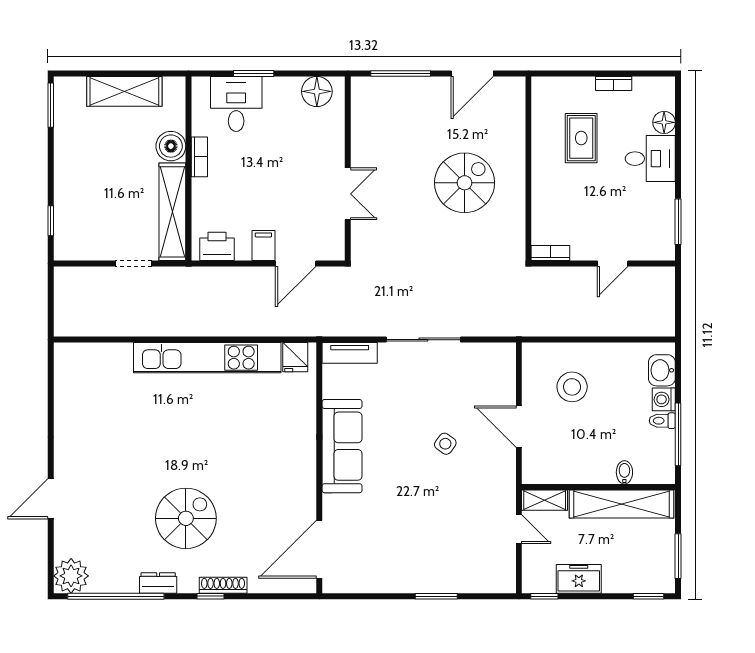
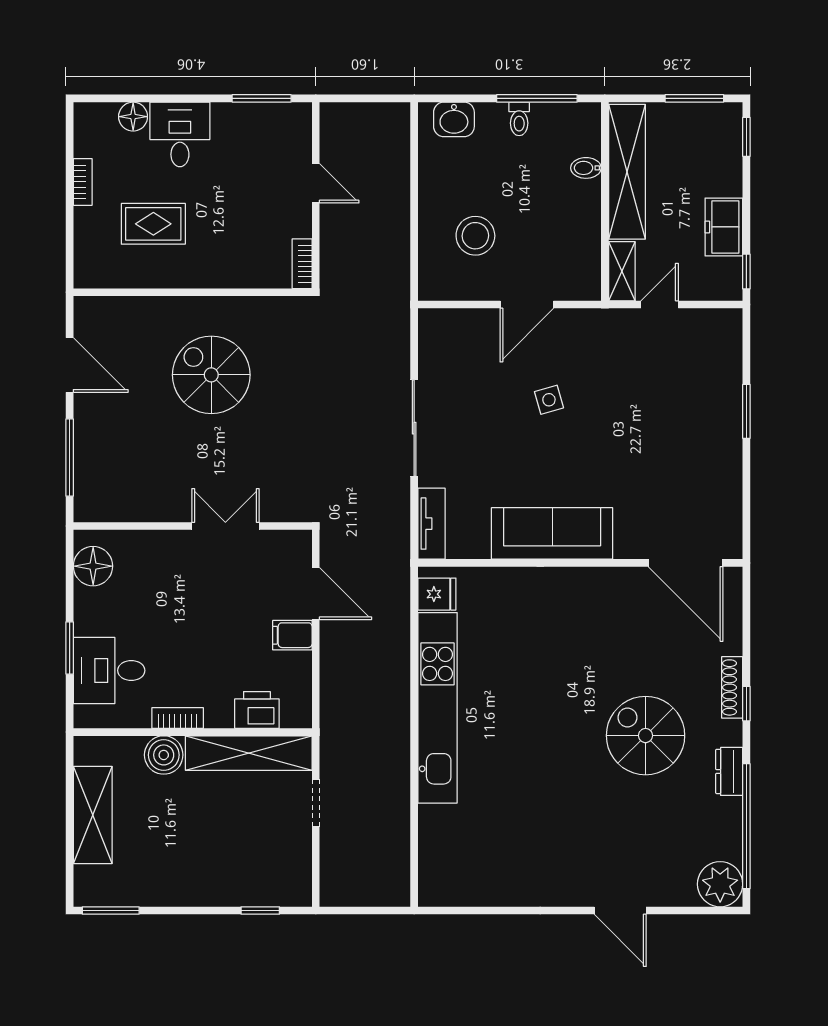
printer: (217, 246) -> (257, 710), moved, turned 90
washing machine: (664, 399) -> (492, 117), removed
side table: (445, 444) -> (549, 400), turned 38

